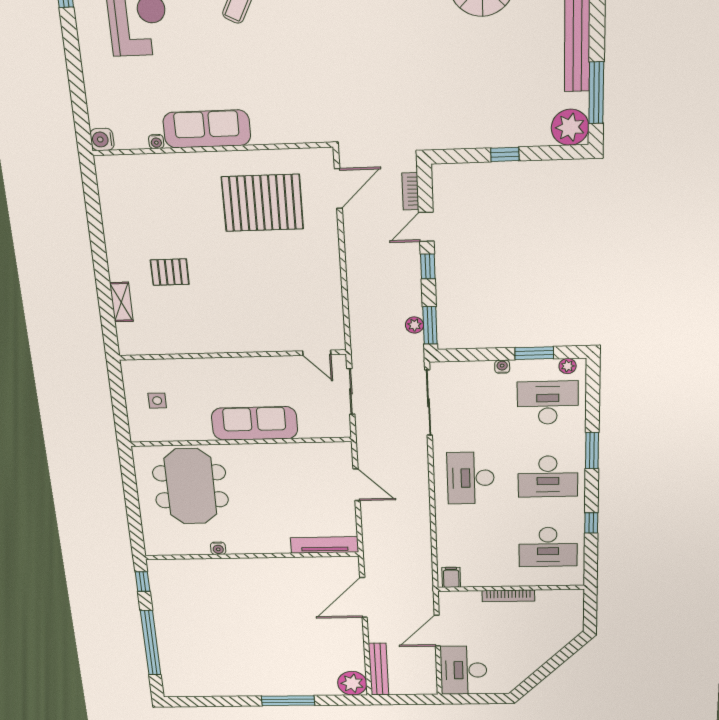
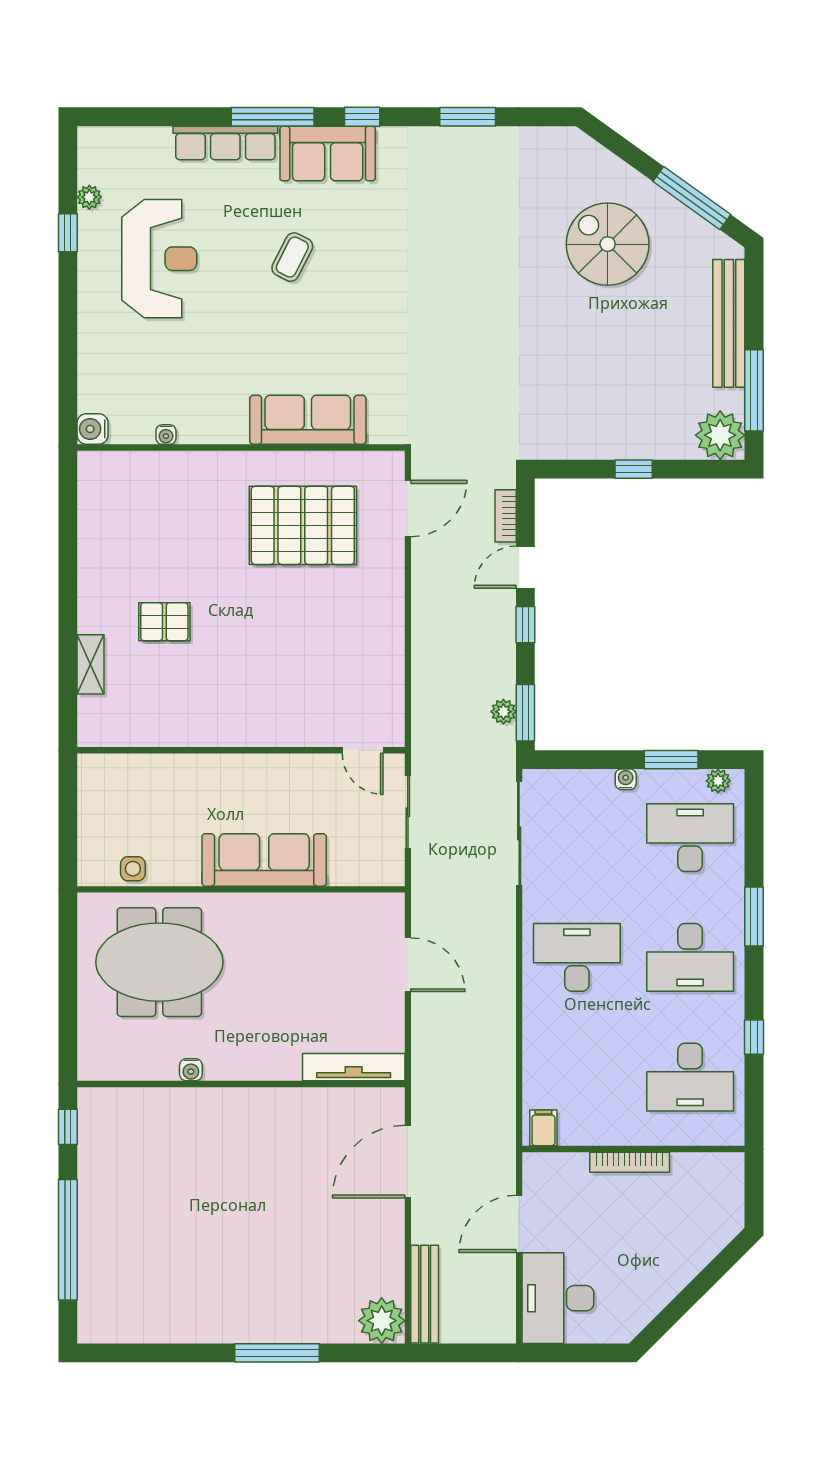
sofa: (207, 129) -> (308, 420), moved
side table: (157, 401) -> (133, 869), moved
desk: (471, 478) -> (577, 957), turned 90
meeting table: (191, 486) -> (159, 962), turned 90

